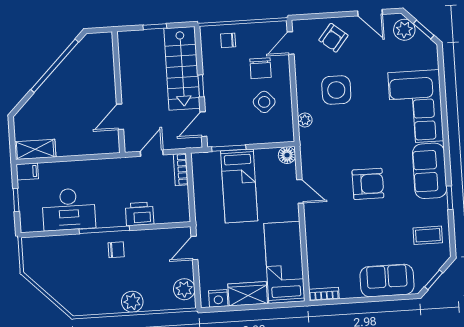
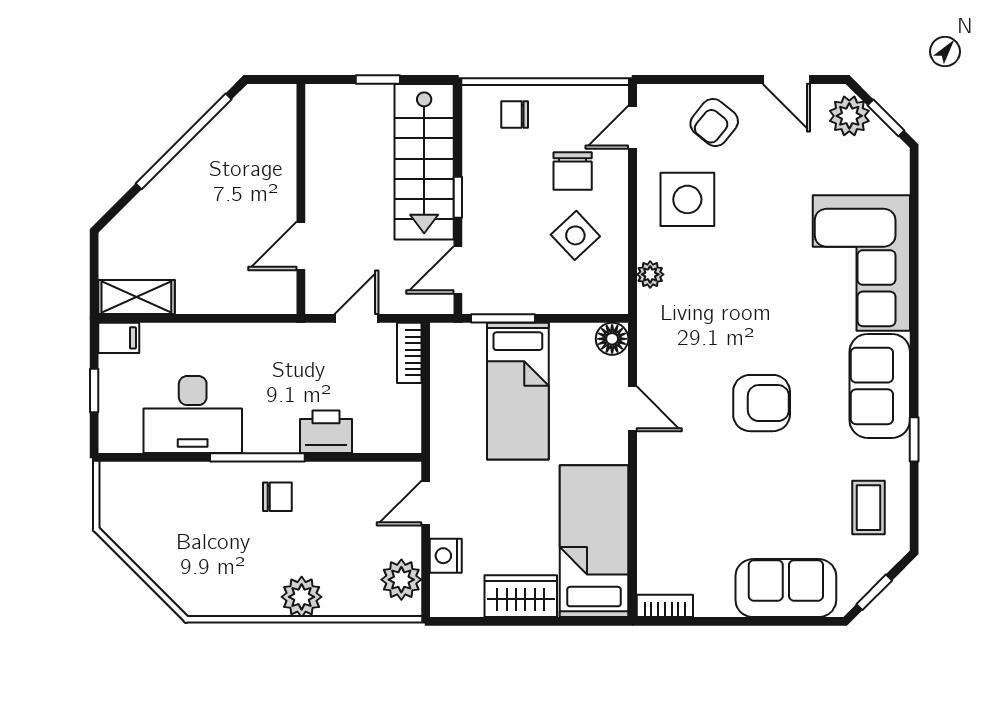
side table: (336, 90) -> (687, 199), moved
coffee table: (428, 235) -> (868, 508), turned 90
nightstand: (218, 298) -> (446, 556), moved, turned 90

